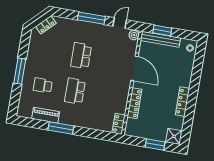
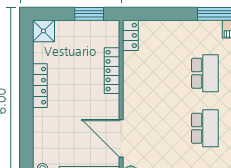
door: (134, 68) -> (121, 138), moved
window: (155, 144) -> (89, 14), moved

